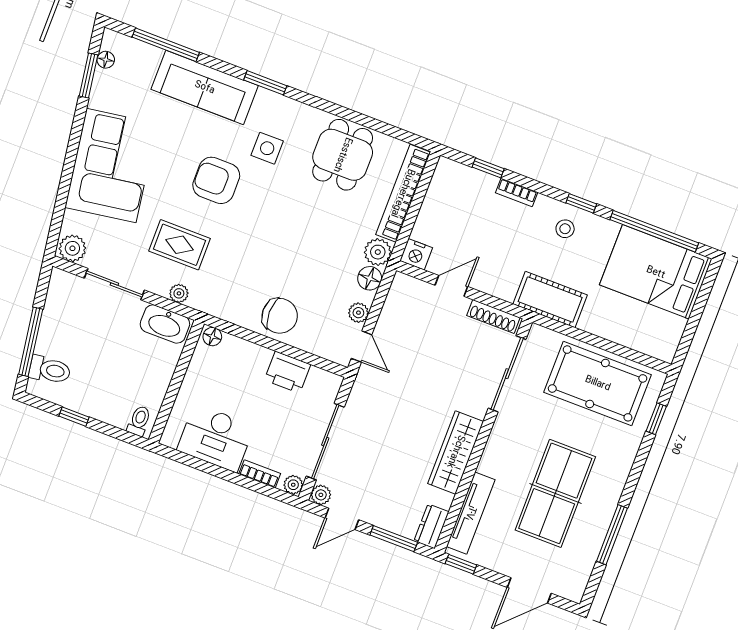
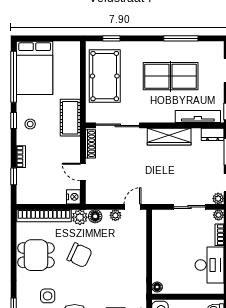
chair: (280, 316) -> (80, 255), moved, turned 115
printer: (287, 372) -> (161, 241), removed
sliding door: (325, 442) -> (189, 207), width x0.73

